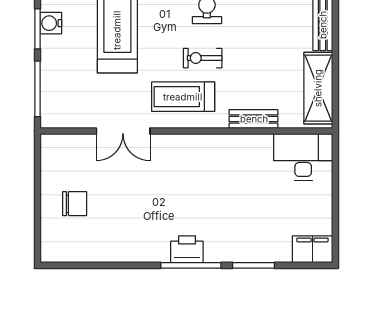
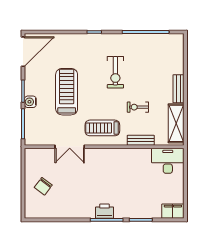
water cooler: (51, 23) -> (30, 102), moved
exercise bike: (203, 58) -> (138, 107), moved
chair: (75, 204) -> (43, 186), turned 127

